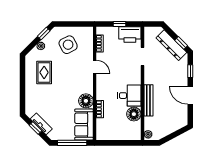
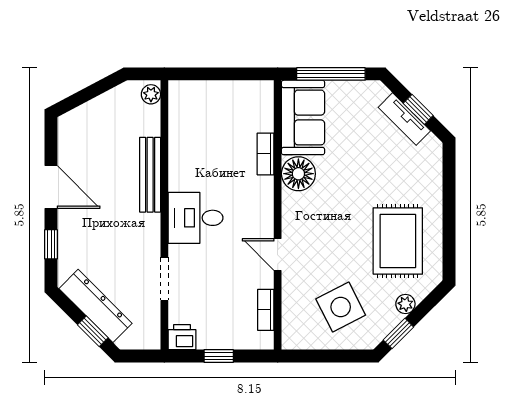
printer: (130, 35) -> (182, 337), width x0.53, depth x0.68
window: (181, 43) -> (93, 331), moved
rug: (44, 72) -> (398, 241), width x1.36, depth x1.43
desk: (129, 96) -> (196, 218), moved
floor lamp: (134, 114) -> (185, 142), removed

